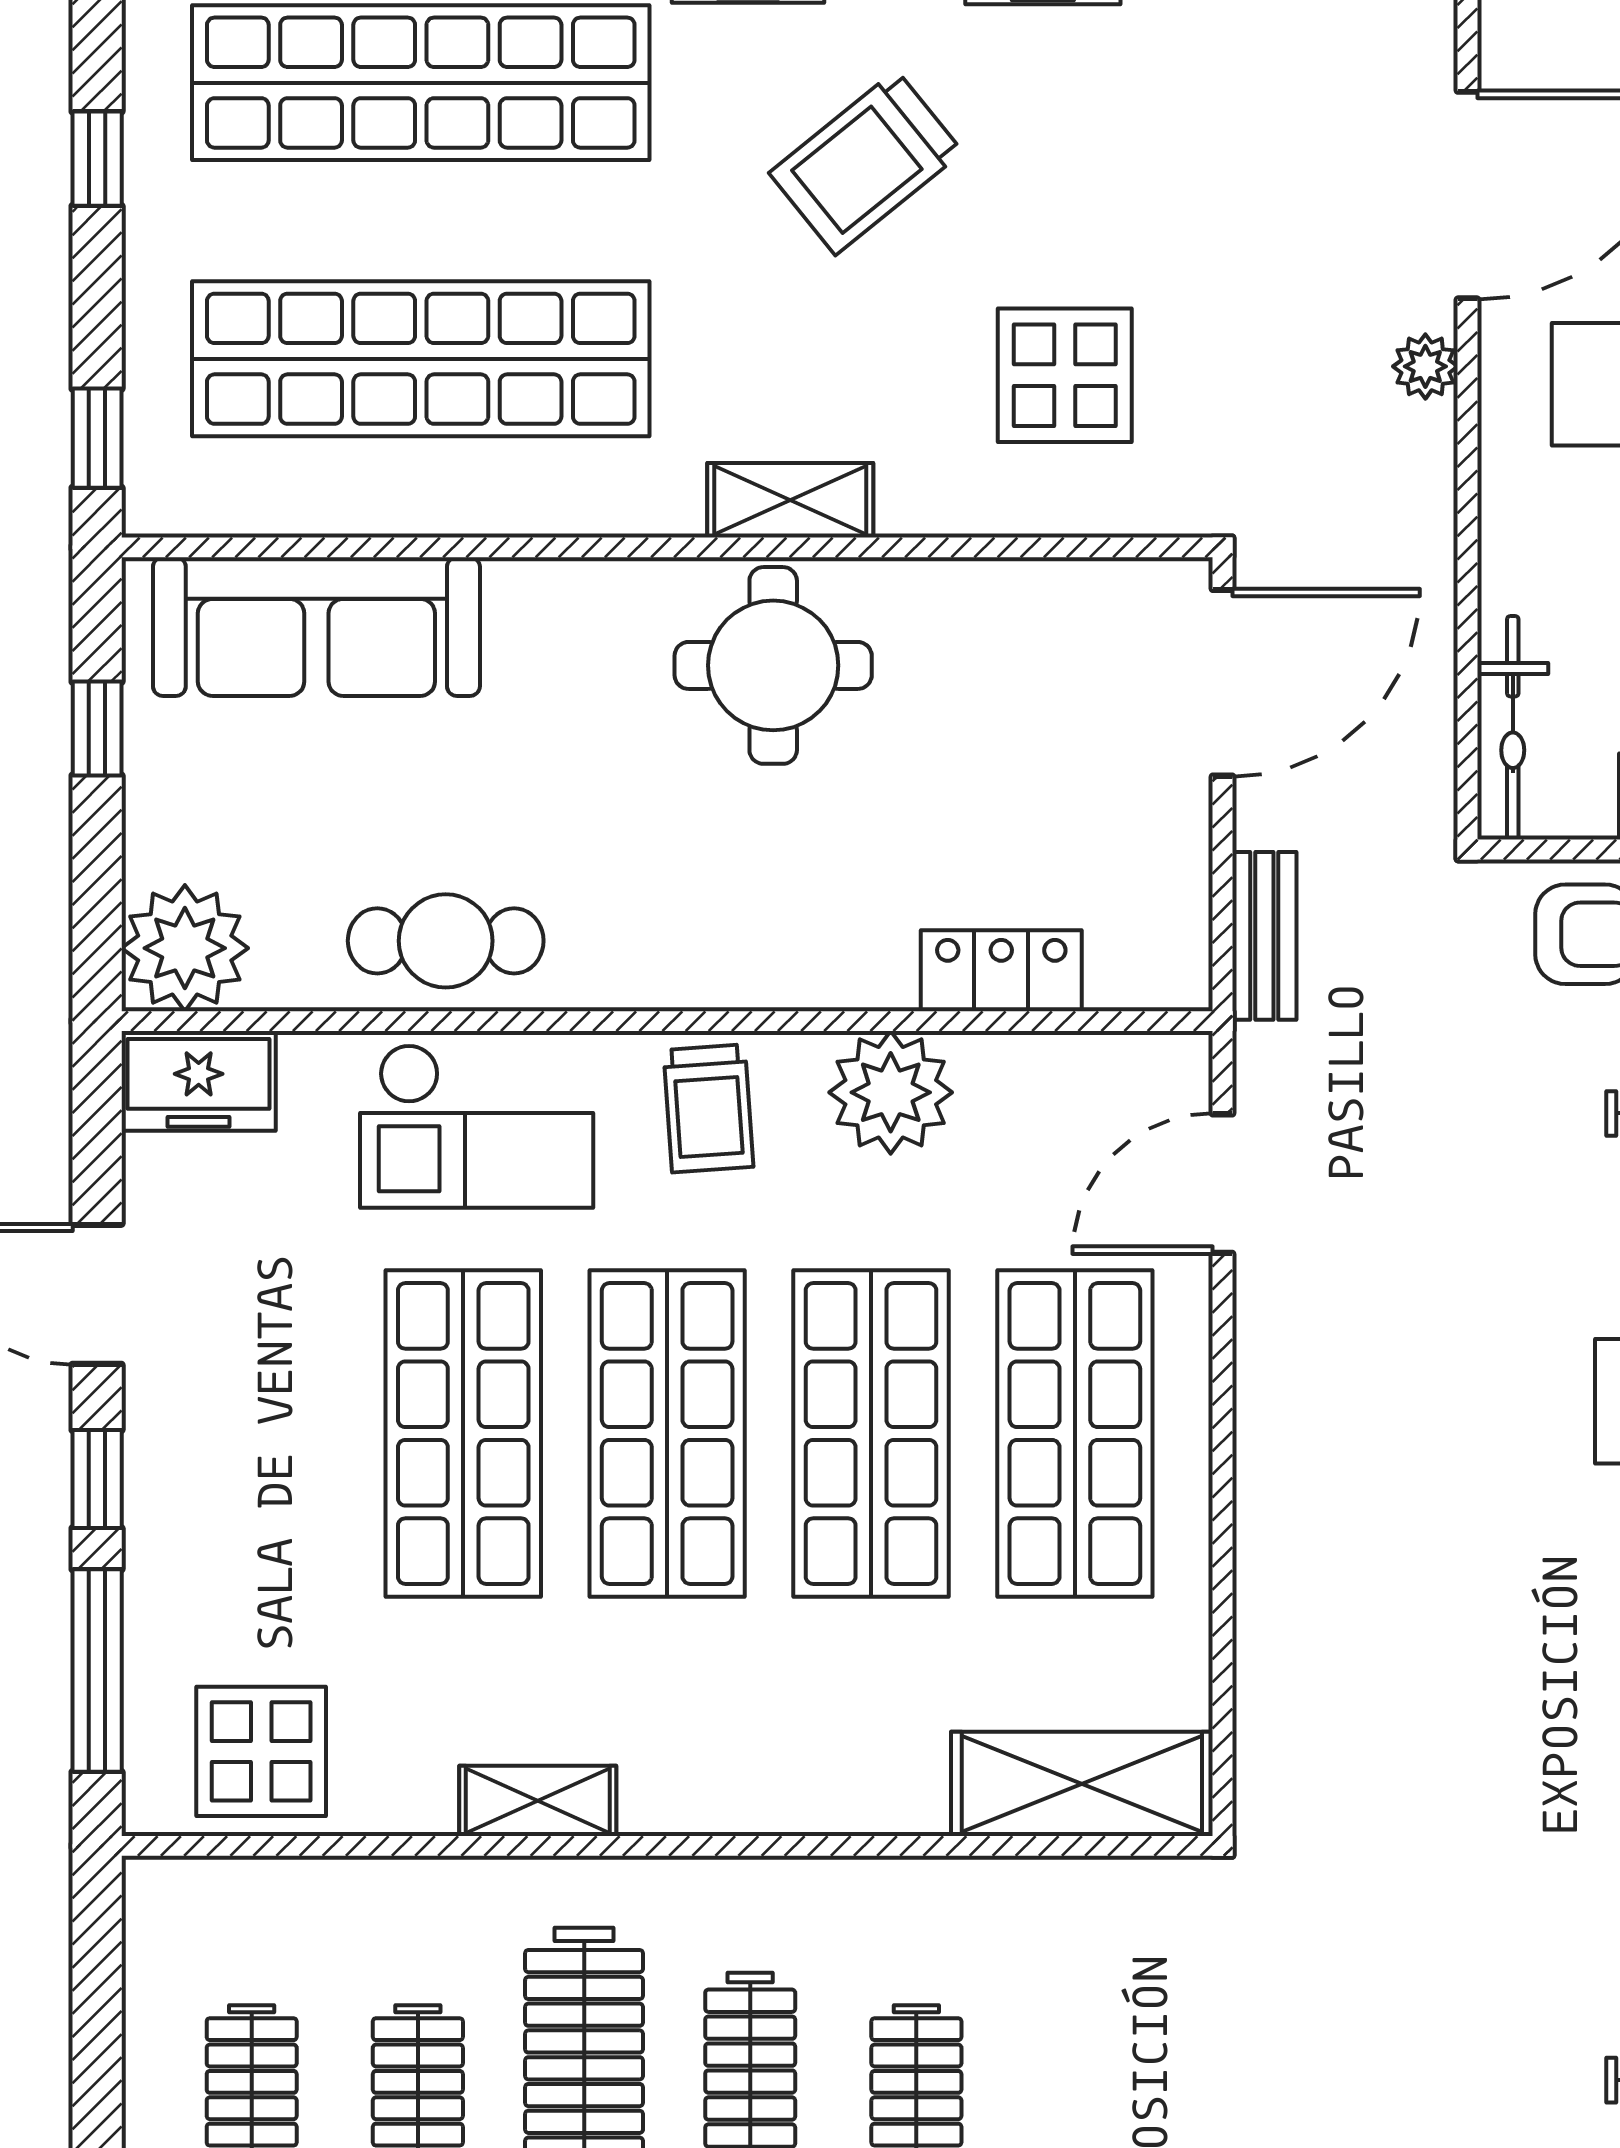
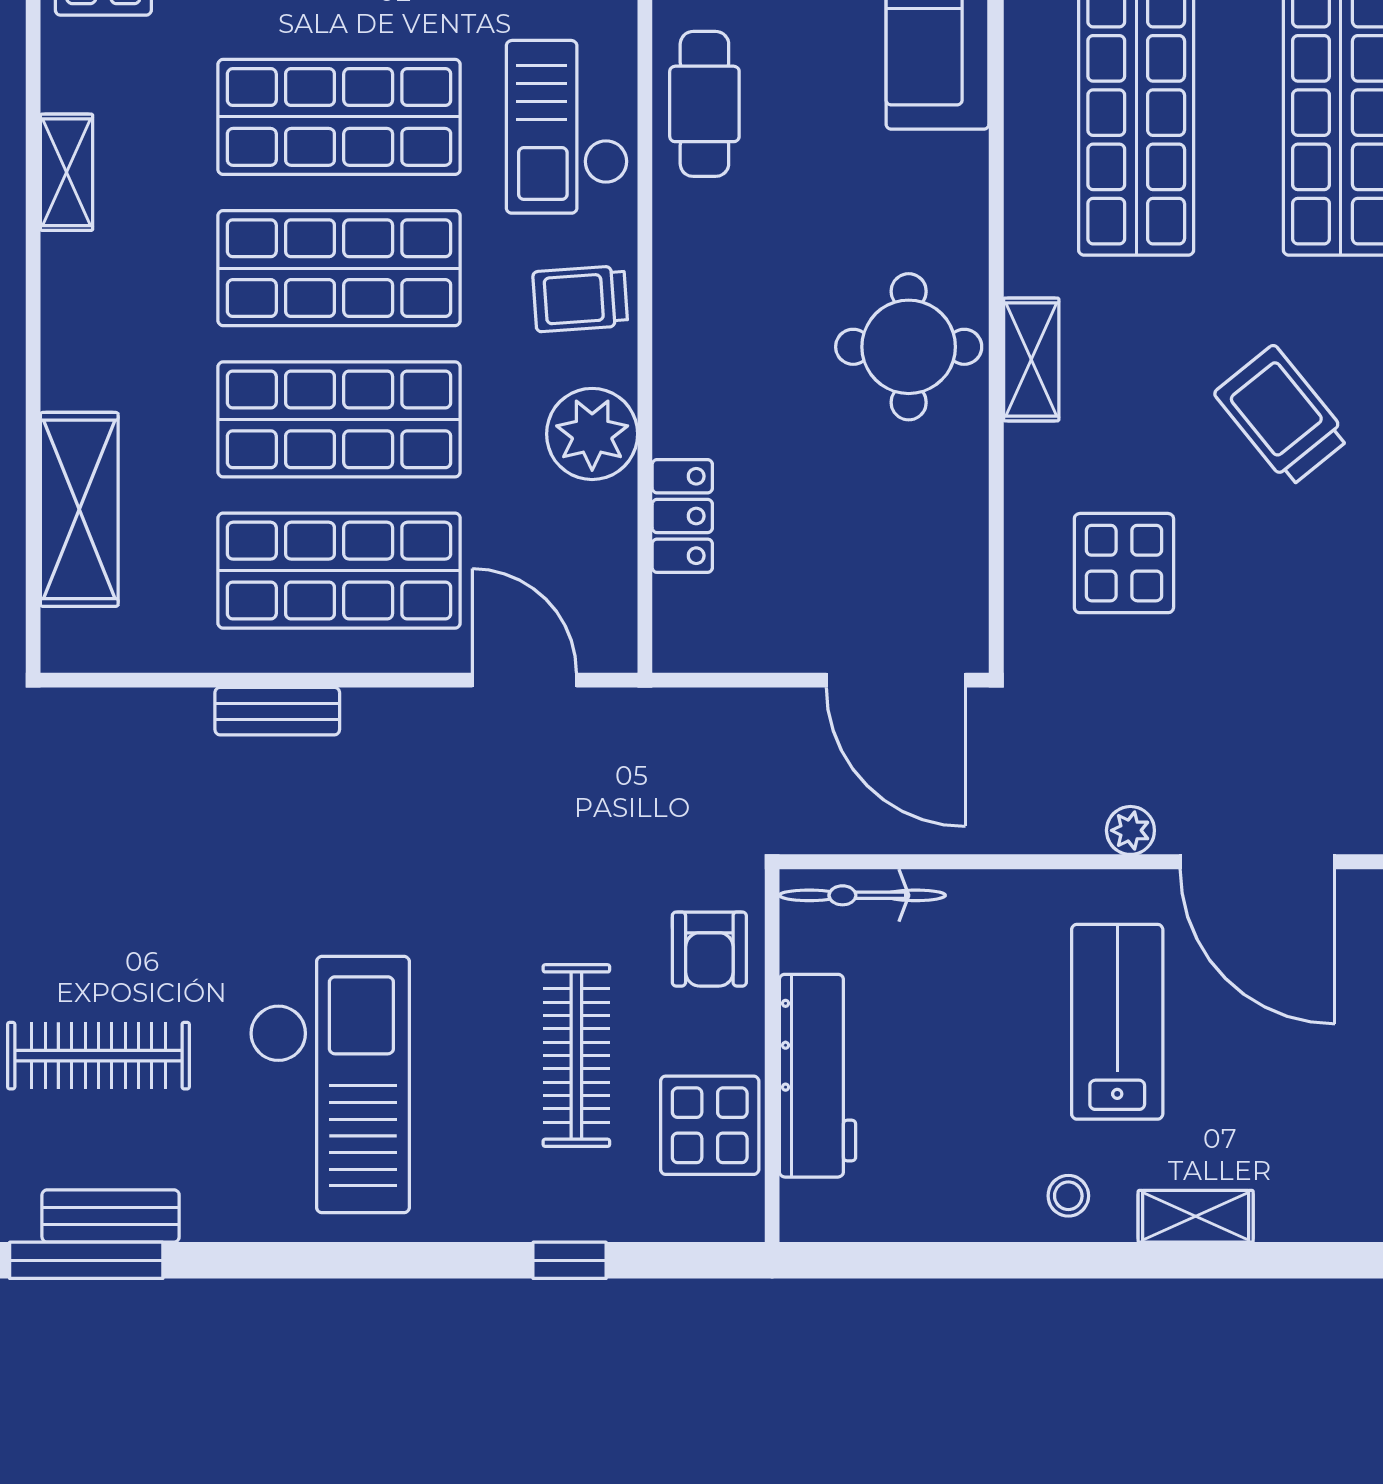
bench: (1264, 936) -> (277, 711), moved
shelving: (1082, 1784) -> (79, 509), moved

